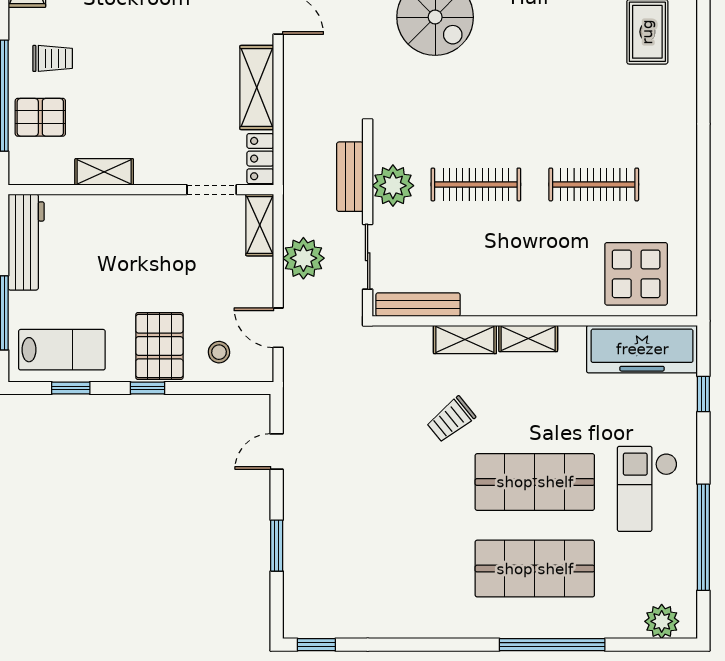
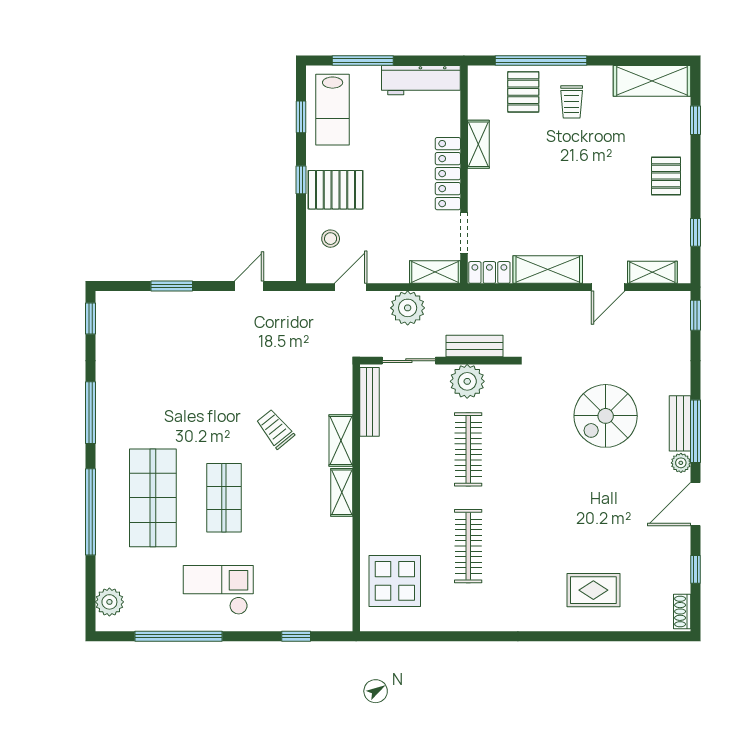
locker: (140, 209) -> (448, 174), added
freezer: (642, 349) -> (333, 586), removed
door: (277, 451) -> (249, 286), hinge flipped
shop shelf: (535, 482) -> (224, 498), width x0.70, depth x0.74
window: (431, 645) -> (90, 413), added

